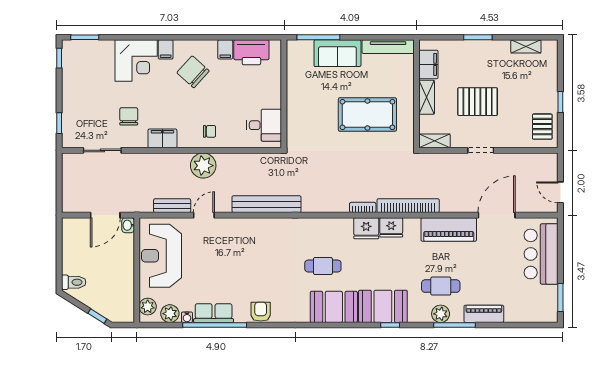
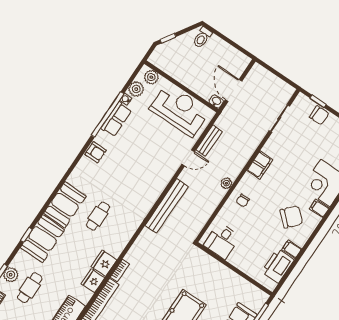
chair: (129, 116) -> (319, 115), moved
plant: (203, 166) -> (226, 183), width x0.53, depth x0.53
door: (204, 215) -> (188, 158), hinge flipped

